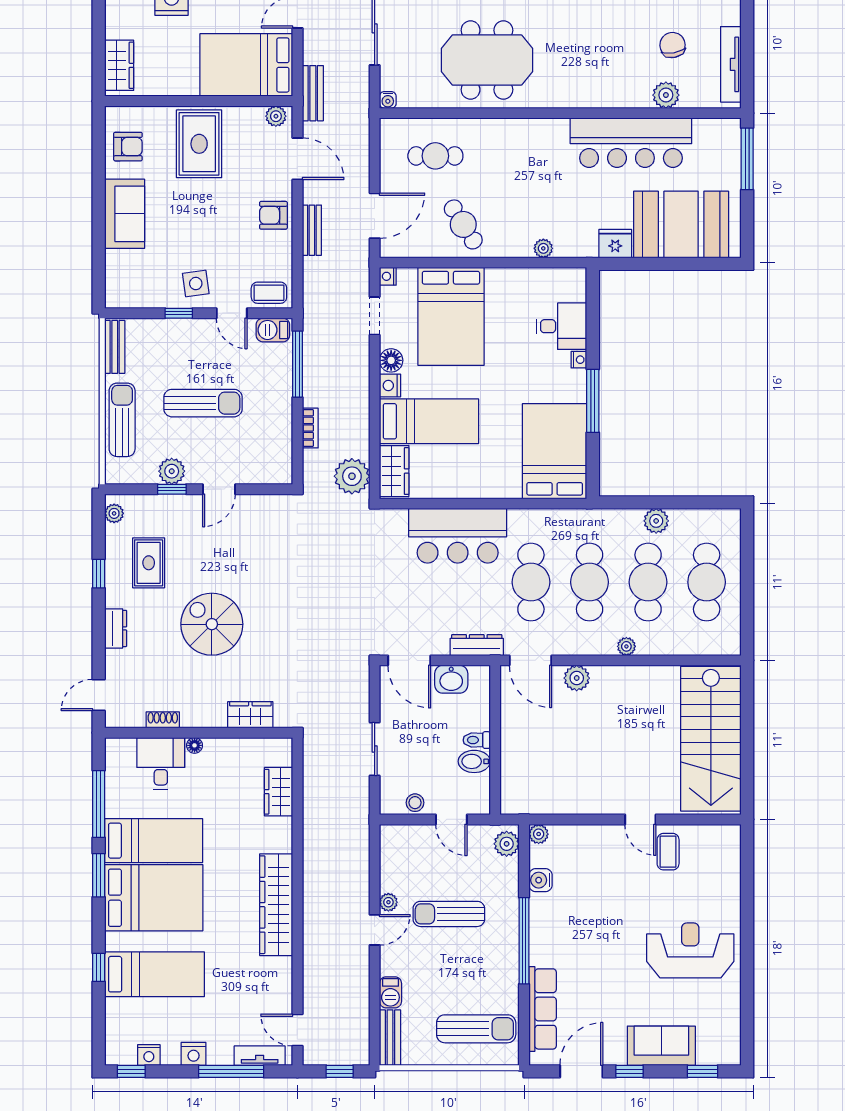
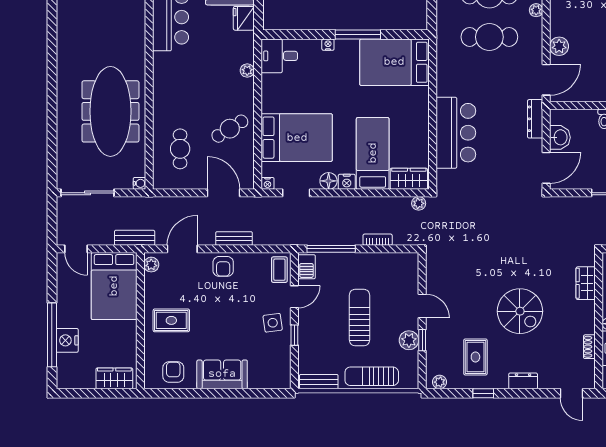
meeting table: (487, 60) -> (110, 111), width x1.36
rug: (199, 144) -> (171, 320), width x0.73, depth x0.70
desk: (562, 326) -> (279, 56), moved, turned -90
plant: (352, 476) -> (419, 203), width x0.53, depth x0.53
rug: (149, 563) -> (475, 357), turned 90
cafe table: (531, 582) -> (489, 79), removed
spiral stairs: (212, 624) -> (520, 311), turned -90

